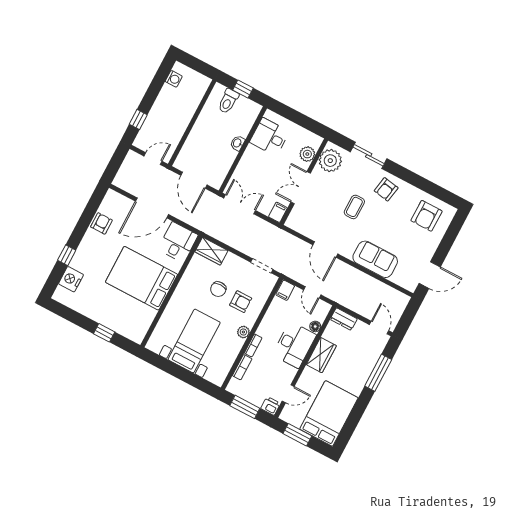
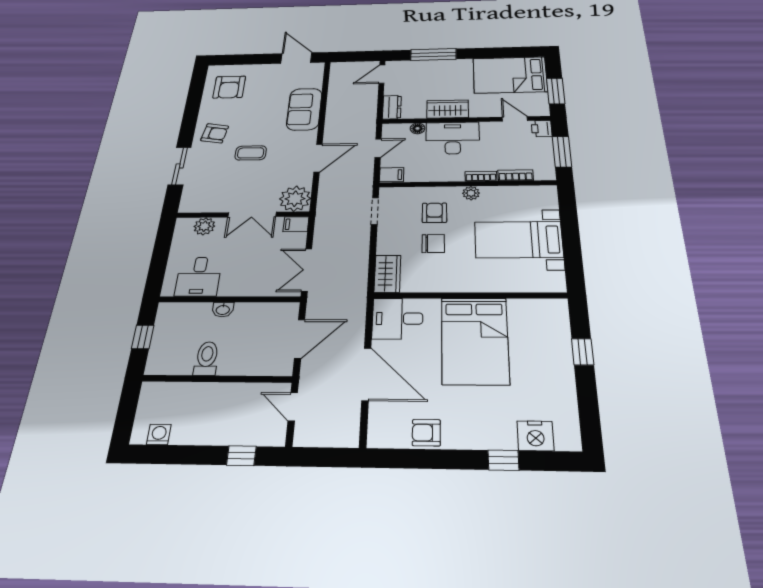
toilet: (228, 101) -> (207, 358), moved, turned -90
plant: (330, 161) -> (295, 199), moved
armchair: (427, 216) -> (229, 87), turned 90

